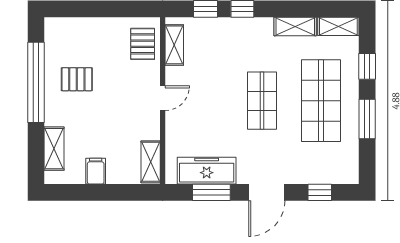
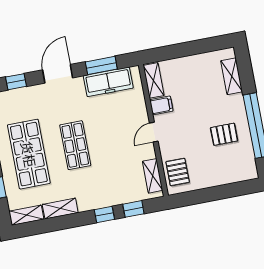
filing cabinet: (96, 171) -> (161, 105), moved, turned -90

